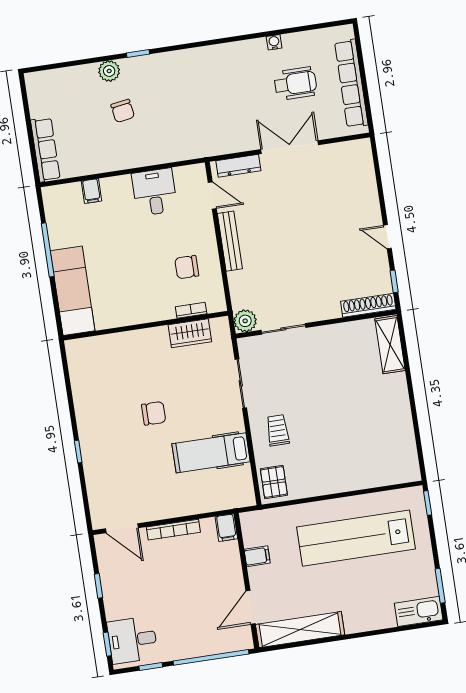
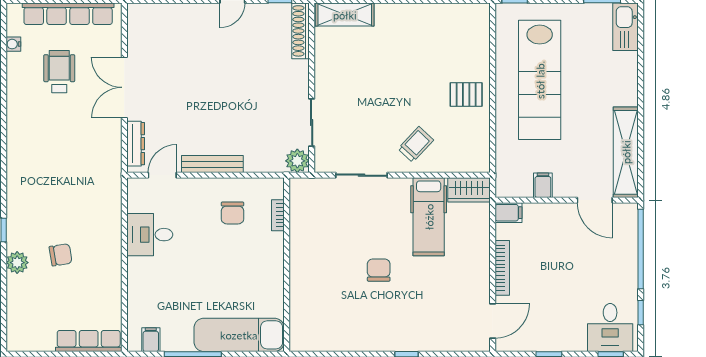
water cooler: (274, 42) -> (13, 44), moved
filing cabinet: (91, 191) -> (151, 340), moved, turned -90
wardrobe: (190, 333) -> (469, 190), moved, turned 90
trolley: (278, 430) -> (416, 144), turned 133
pallet: (274, 482) -> (466, 94), moved

